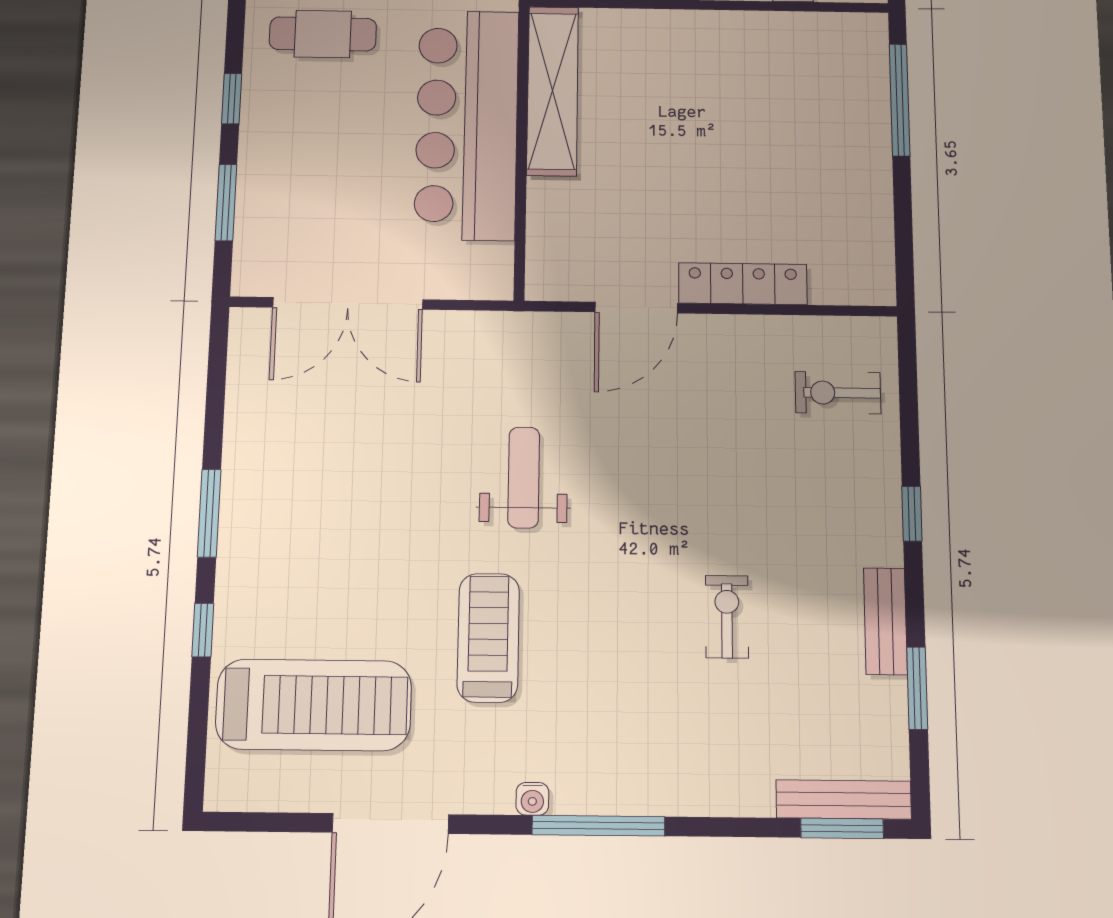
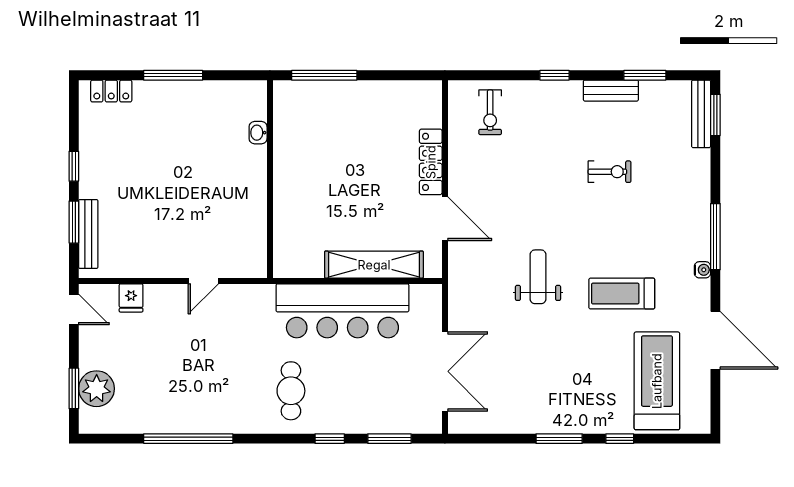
shelving: (553, 91) -> (374, 265), moved
weight bench: (524, 477) -> (538, 277), turned 90
exercise bike: (727, 617) -> (610, 172), turned 180

